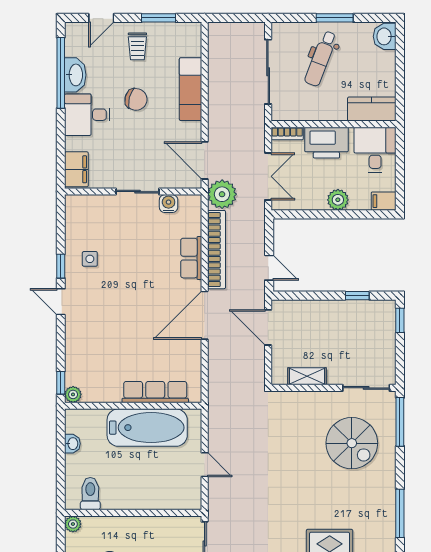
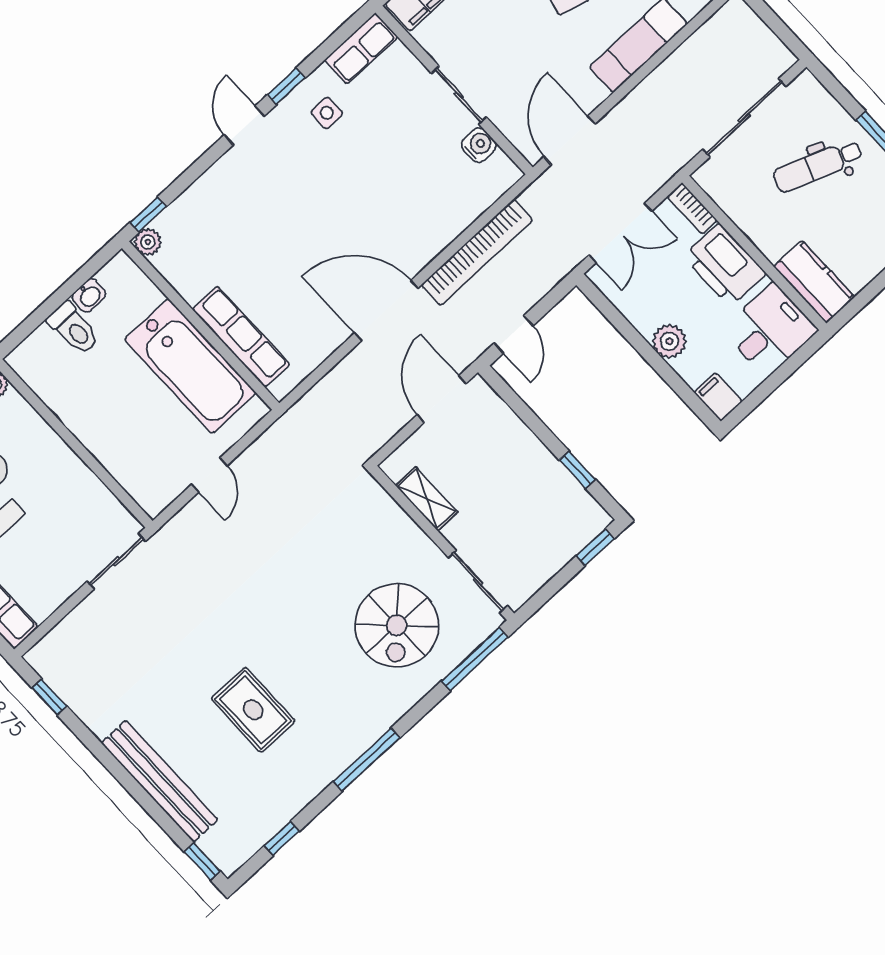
plant: (222, 194) -> (549, 198), removed
row of seats: (191, 258) -> (361, 48), moved, turned 180
toilet: (90, 494) -> (74, 328), moved, turned 90

